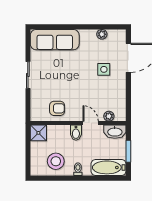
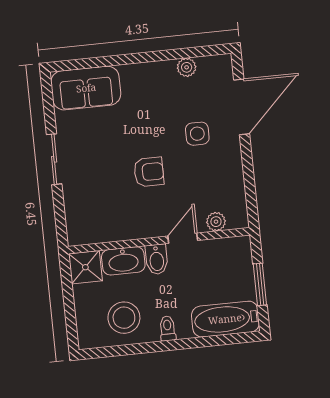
sofa: (55, 40) -> (86, 88), width x0.73
armchair: (57, 108) -> (149, 172), moved
door: (91, 123) -> (183, 238), hinge flipped
washbasin: (115, 132) -> (123, 261), moved

